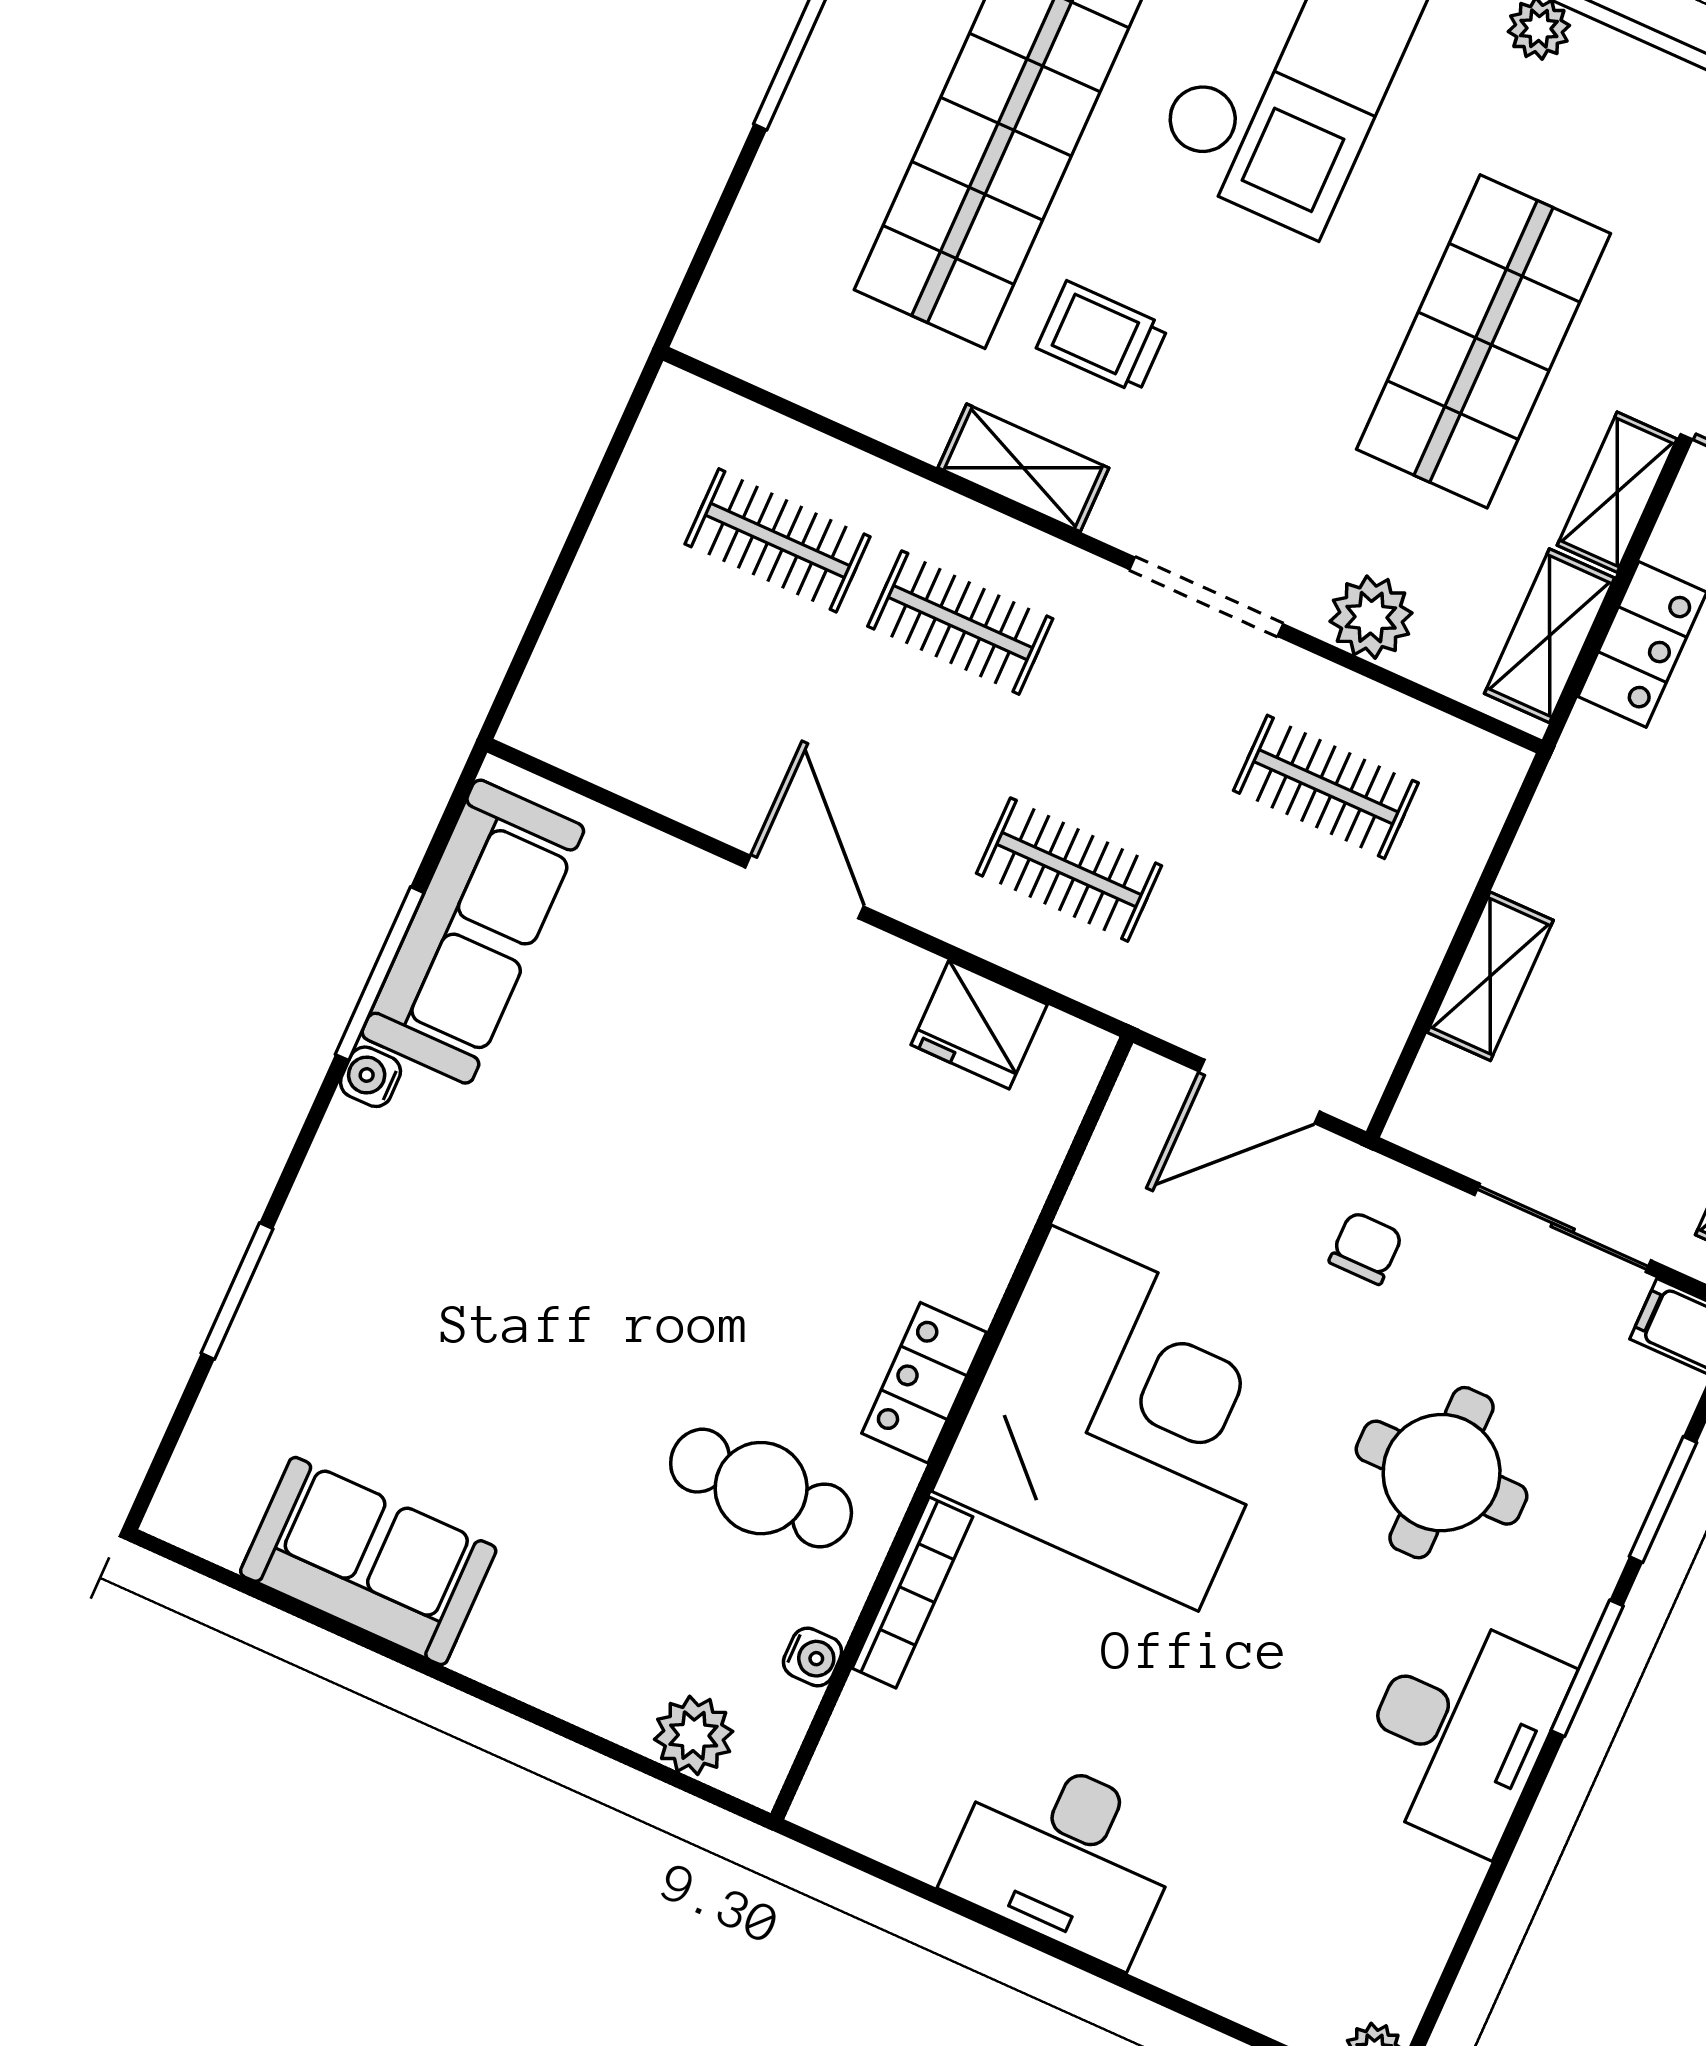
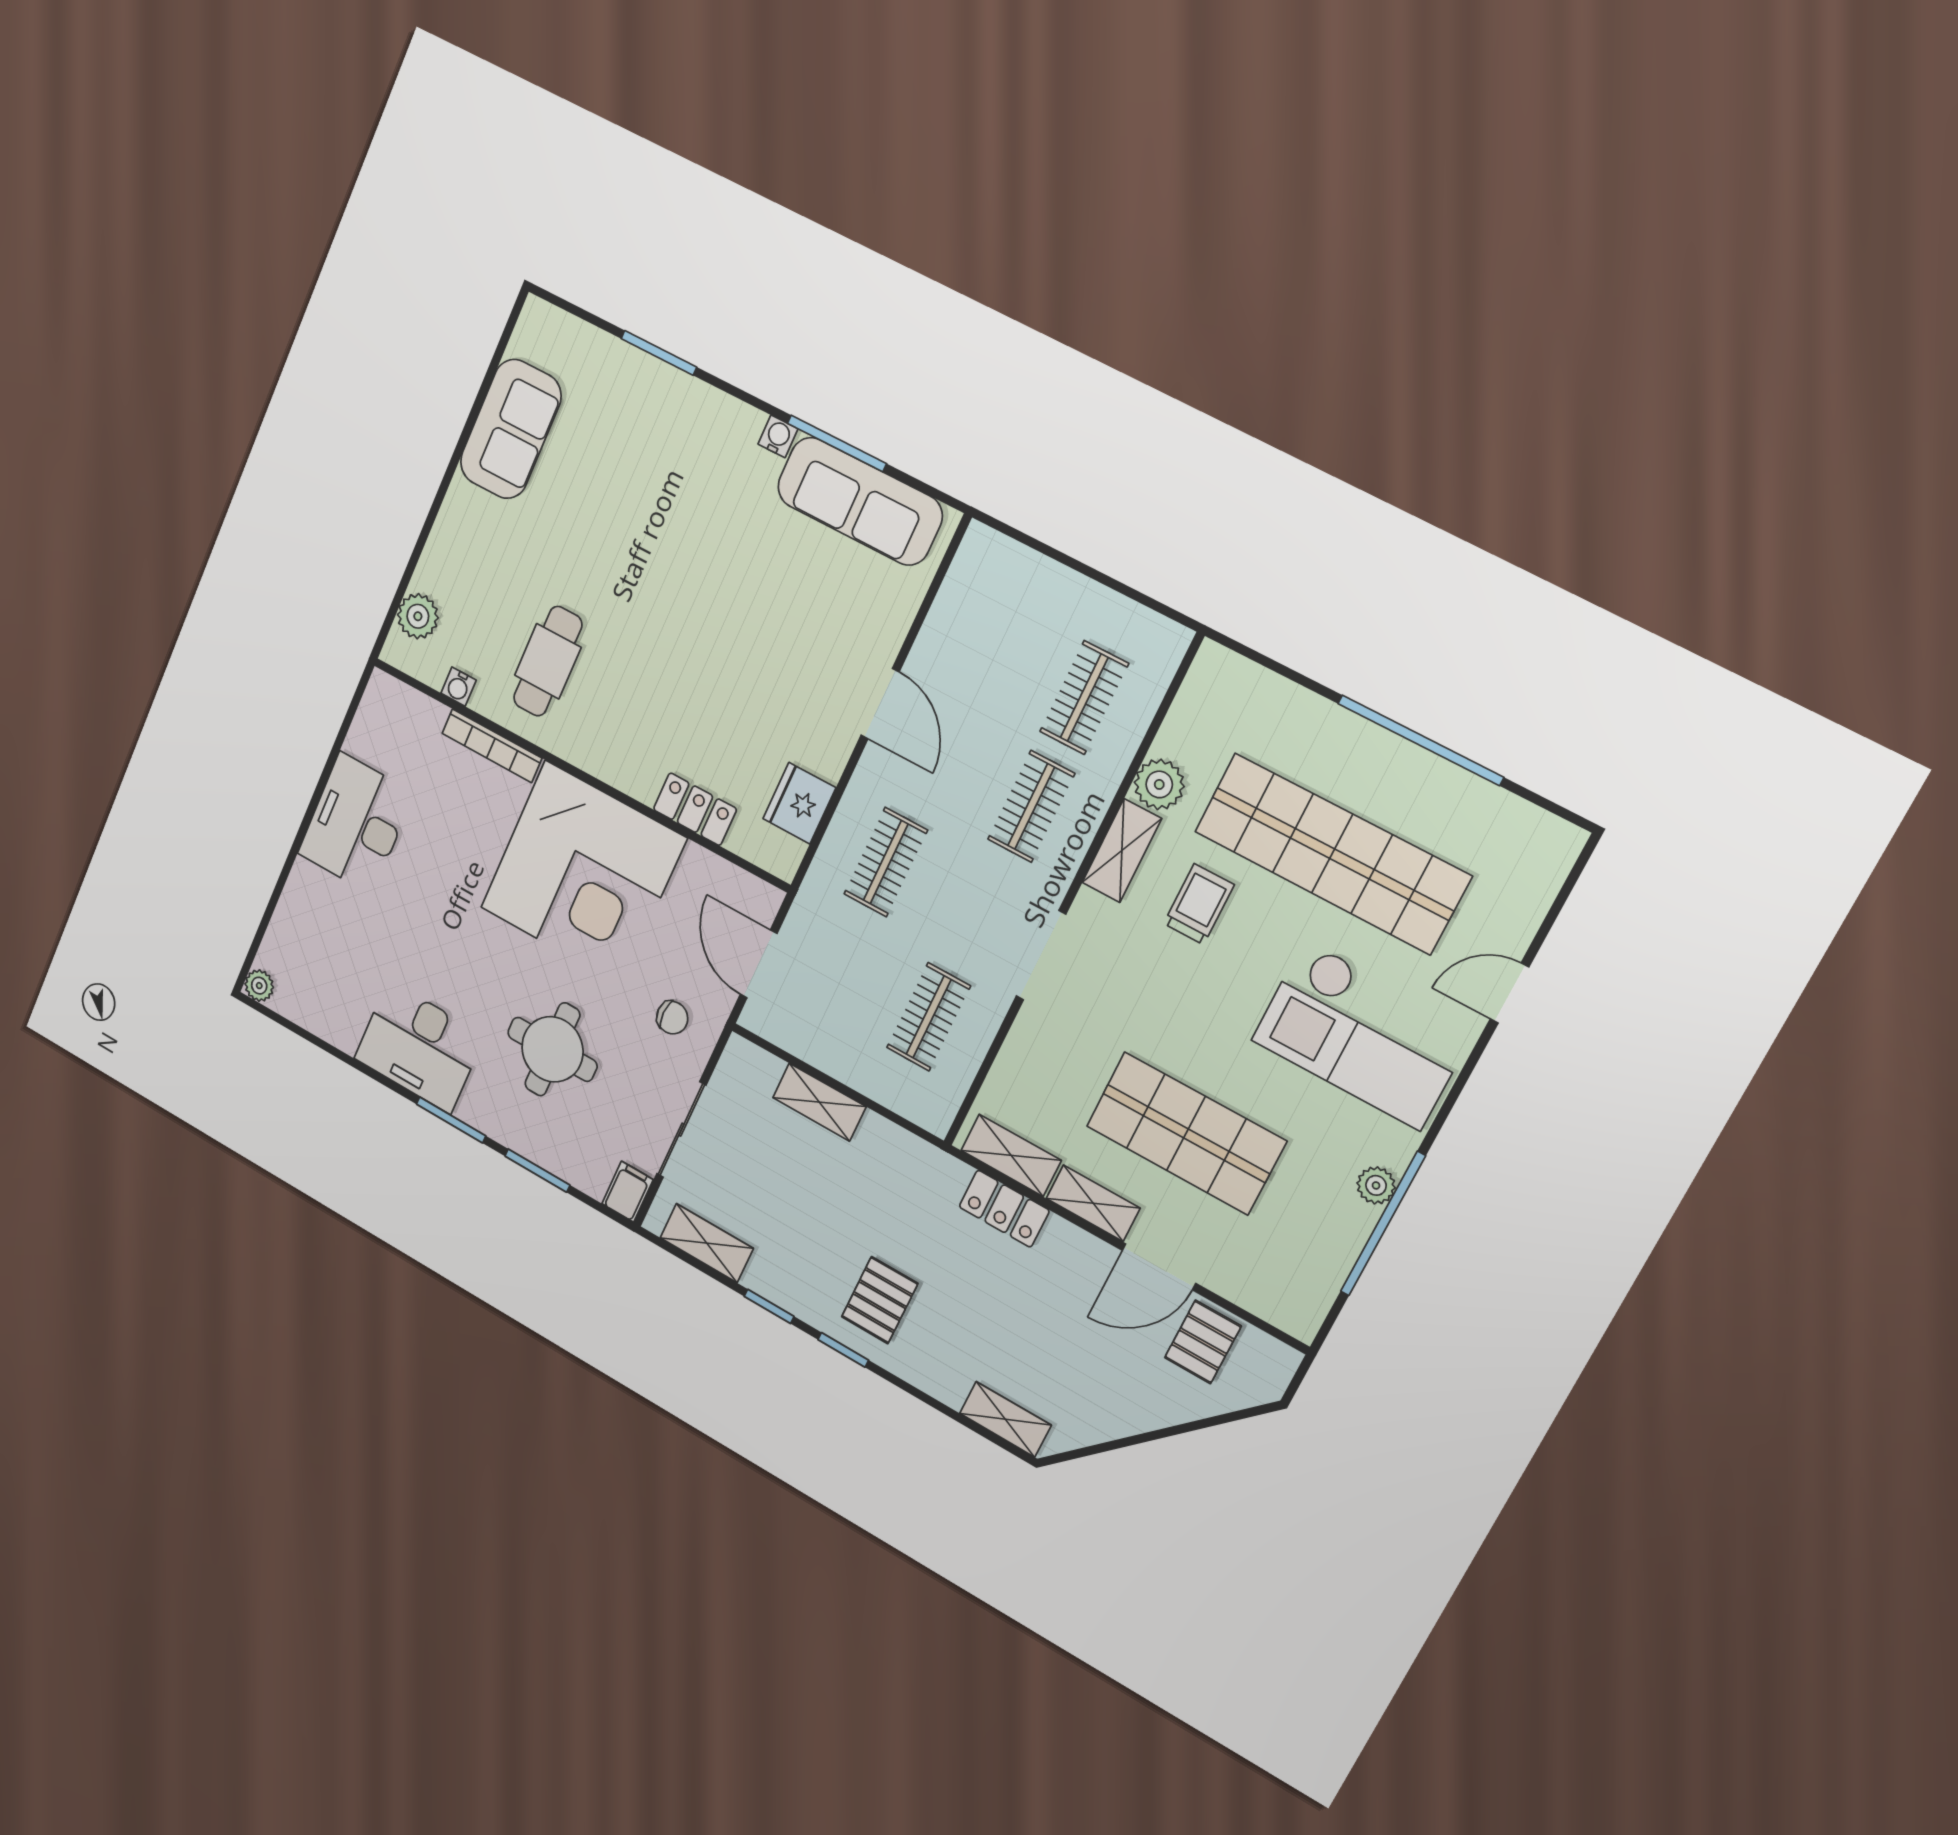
plant: (1371, 617) -> (1159, 784), moved
door: (804, 887) -> (880, 704), hinge flipped
locker: (924, 1383) -> (695, 809), moved

